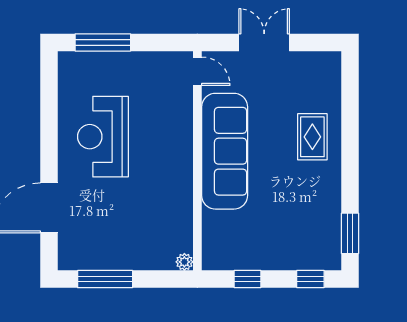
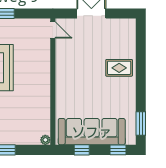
rug: (312, 137) -> (119, 68), turned 90
sofa: (225, 151) -> (92, 132), moved, turned -90

